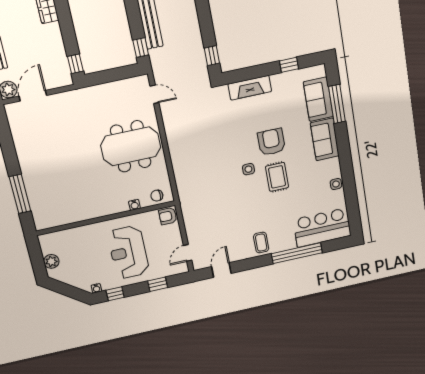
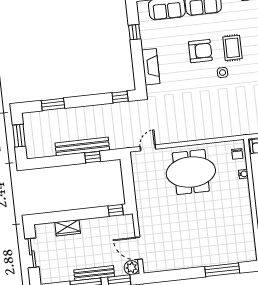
window: (141, 48) -> (93, 157), moved
armchair: (271, 142) -> (200, 51), turned 180
meeting table: (131, 146) -> (191, 172), turned 90
rug: (277, 177) -> (232, 48), turned 90

